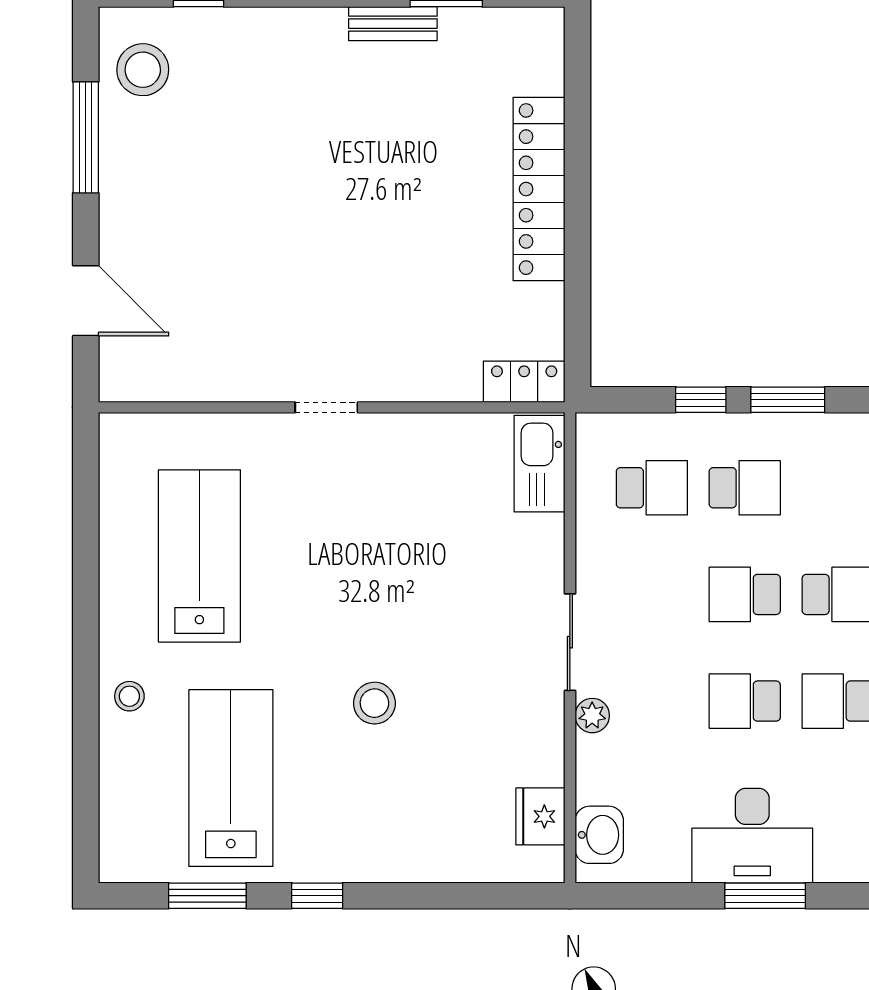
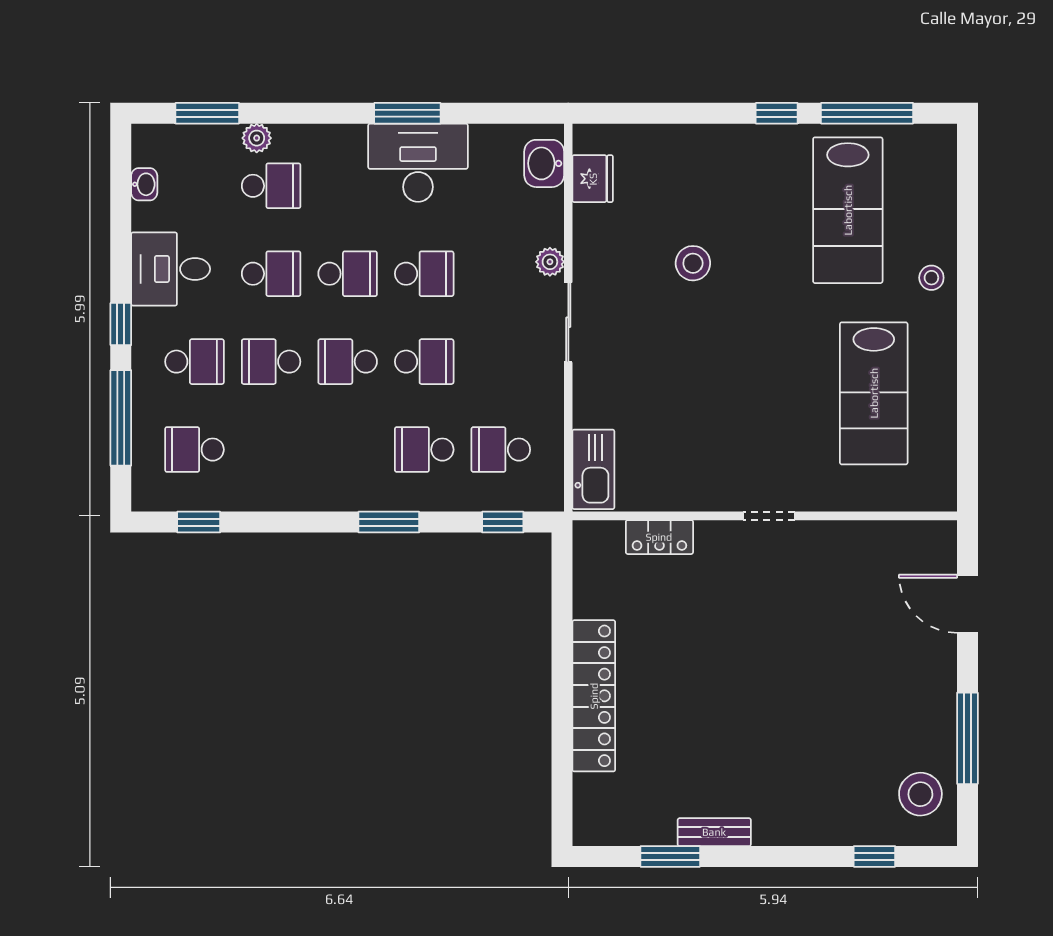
locker: (524, 382) -> (659, 537), moved
window: (701, 400) -> (503, 522), moved
stool: (374, 703) -> (693, 263), moved
window: (207, 896) -> (867, 113), width x1.44

